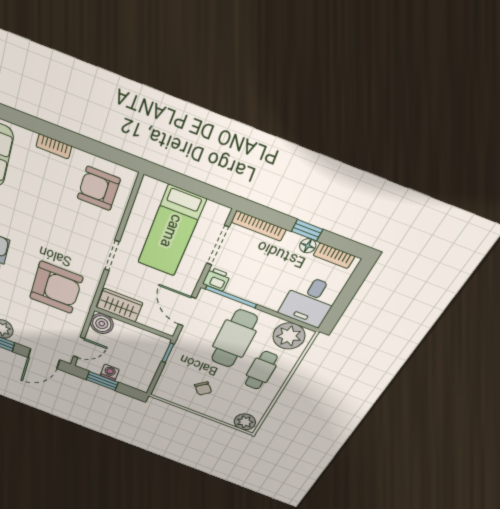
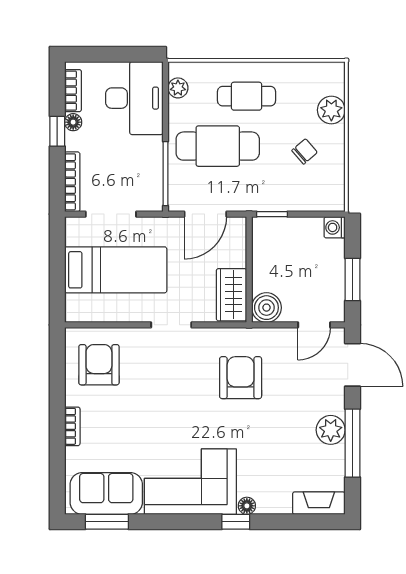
armchair: (99, 188) -> (99, 365), turned 180
printer: (217, 279) -> (151, 198), removed
armchair: (56, 287) -> (241, 378), width x0.73, depth x0.73
desk: (309, 301) -> (134, 98), width x1.37
plant: (289, 336) -> (178, 88), width x0.53, depth x0.53
door: (79, 347) -> (314, 325), swing flipped
washing machine: (110, 372) -> (335, 227), moved
plant: (245, 422) -> (331, 110), moved

